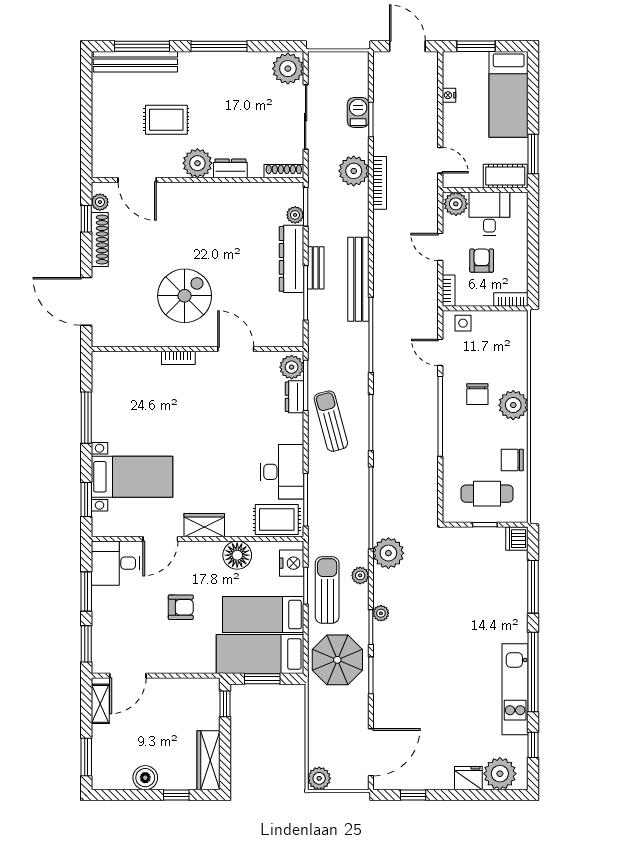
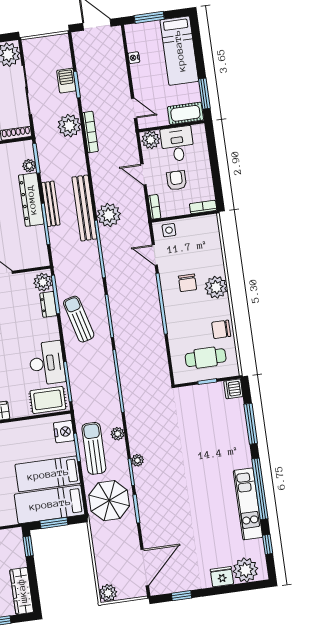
bench: (316, 268) -> (51, 204), width x1.36
plant: (388, 553) -> (109, 215), moved
floor lamp: (237, 555) -> (22, 431), removed

